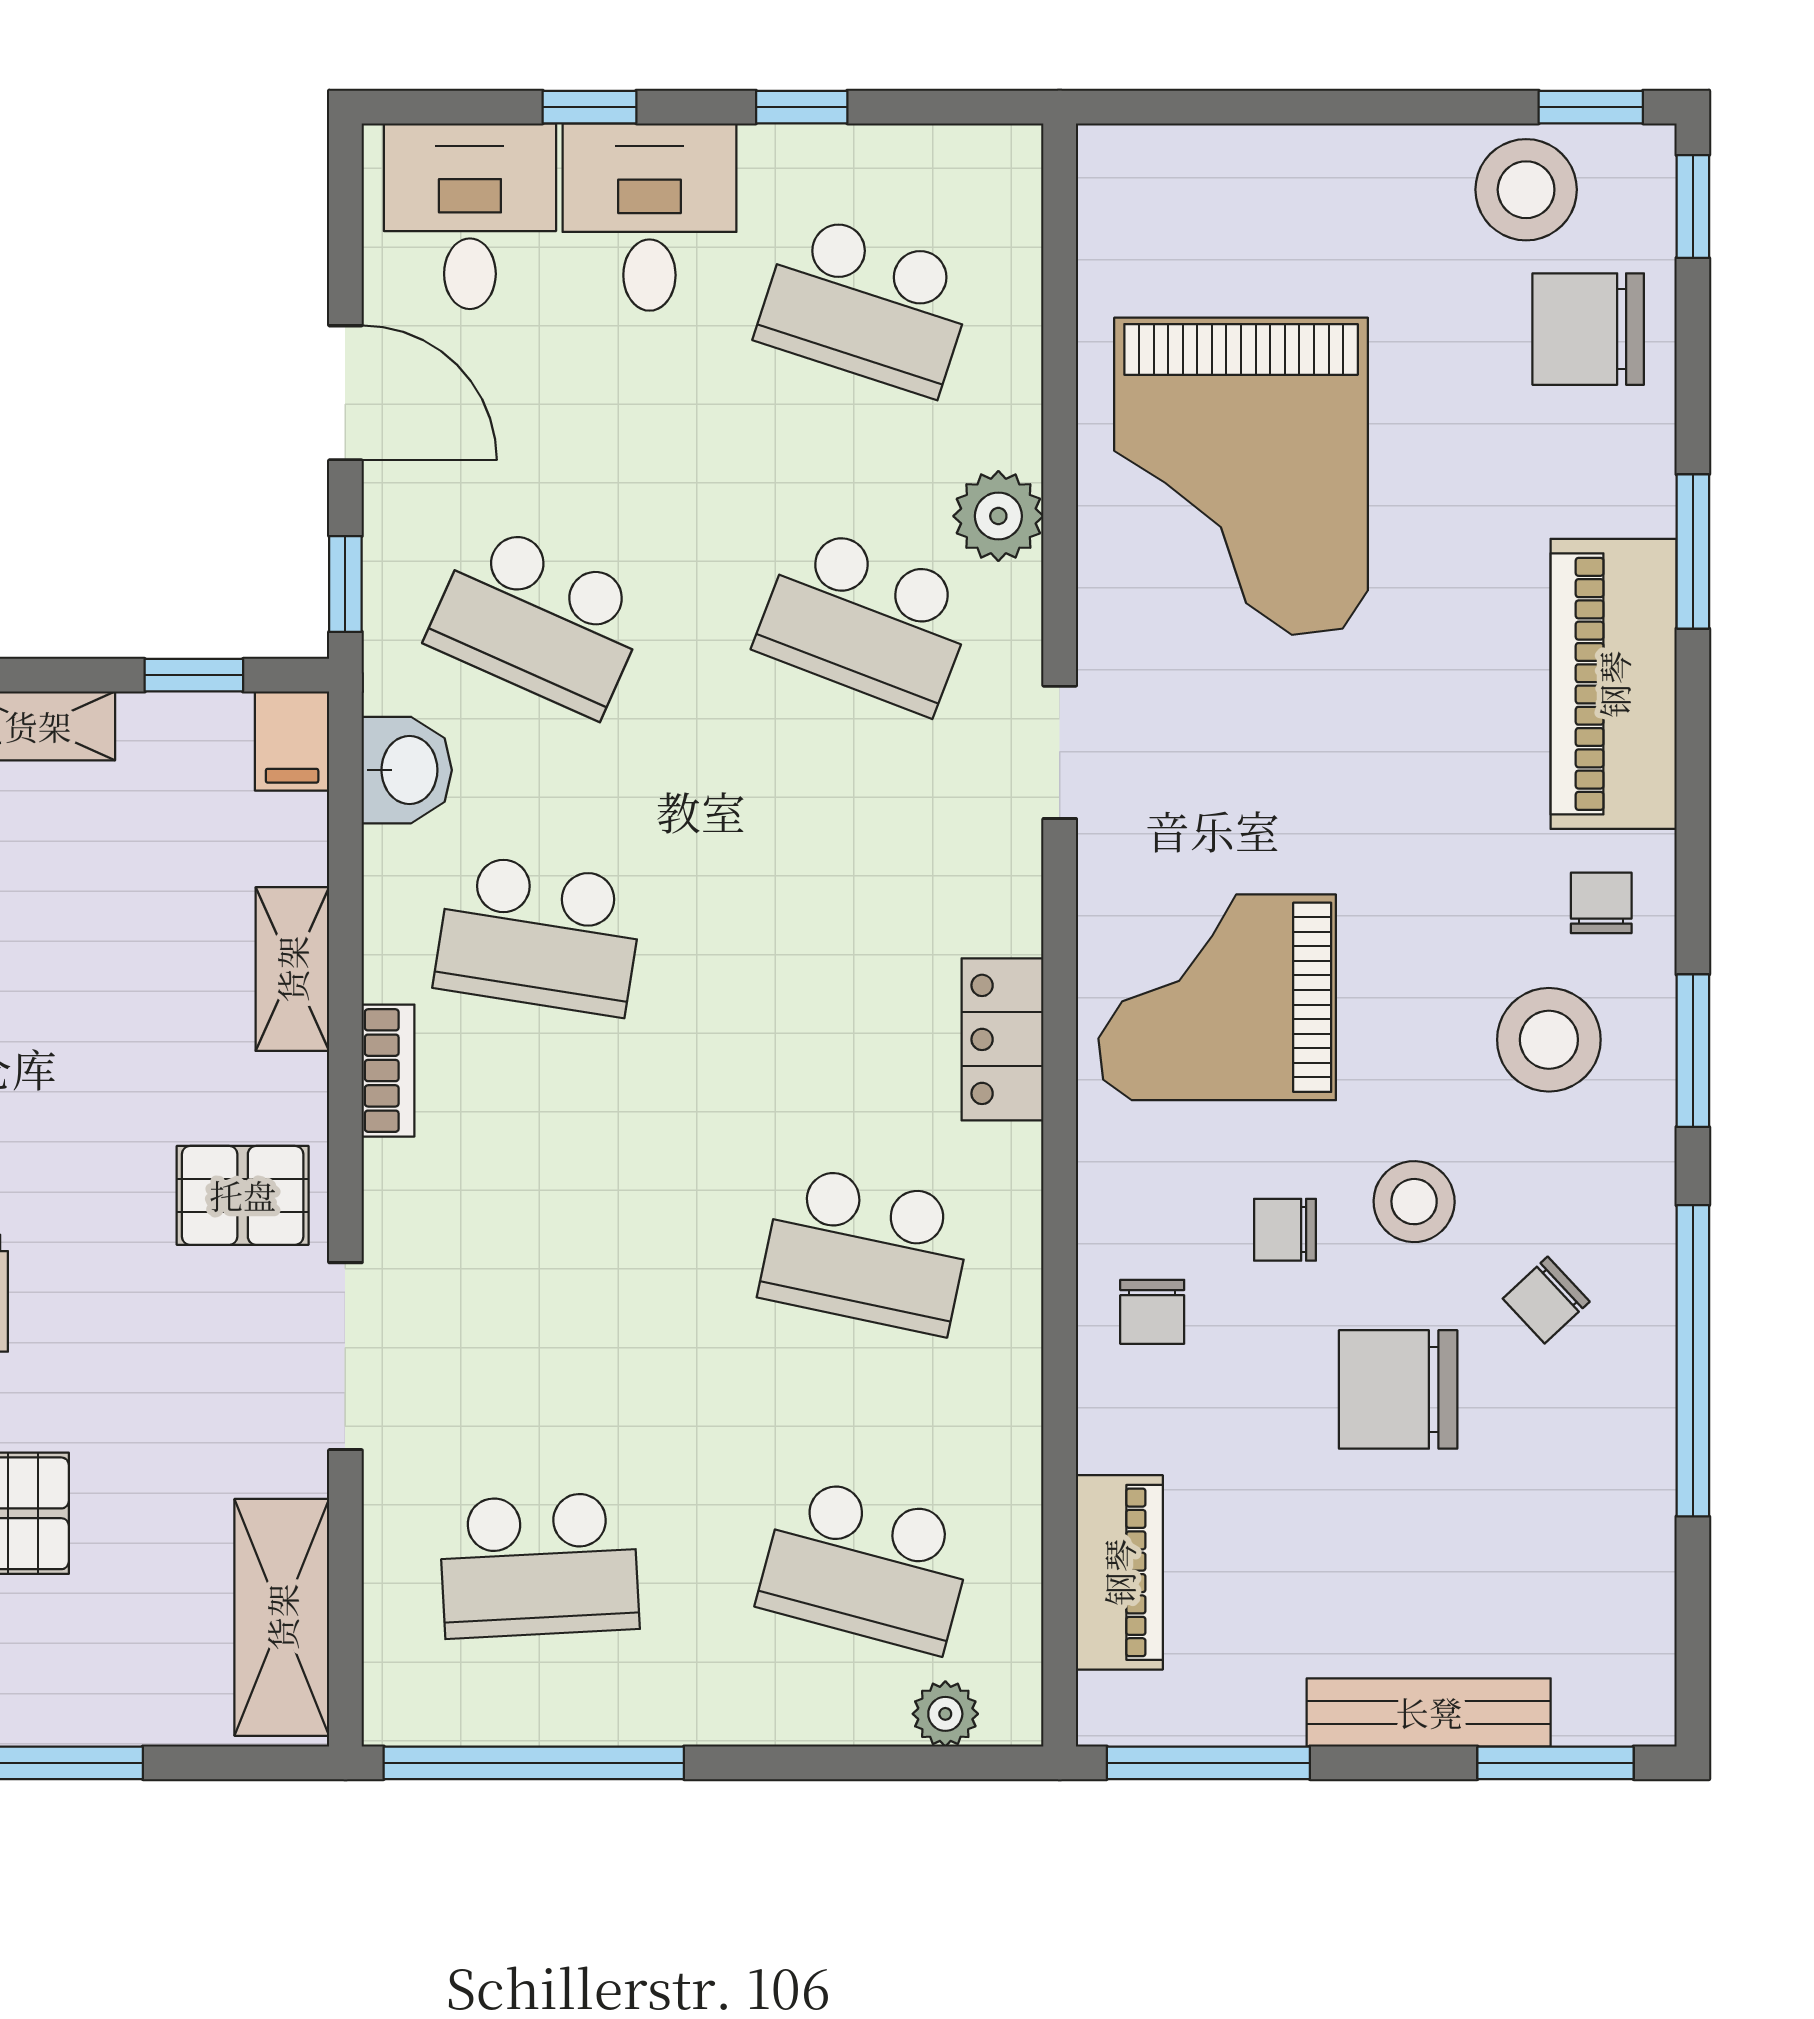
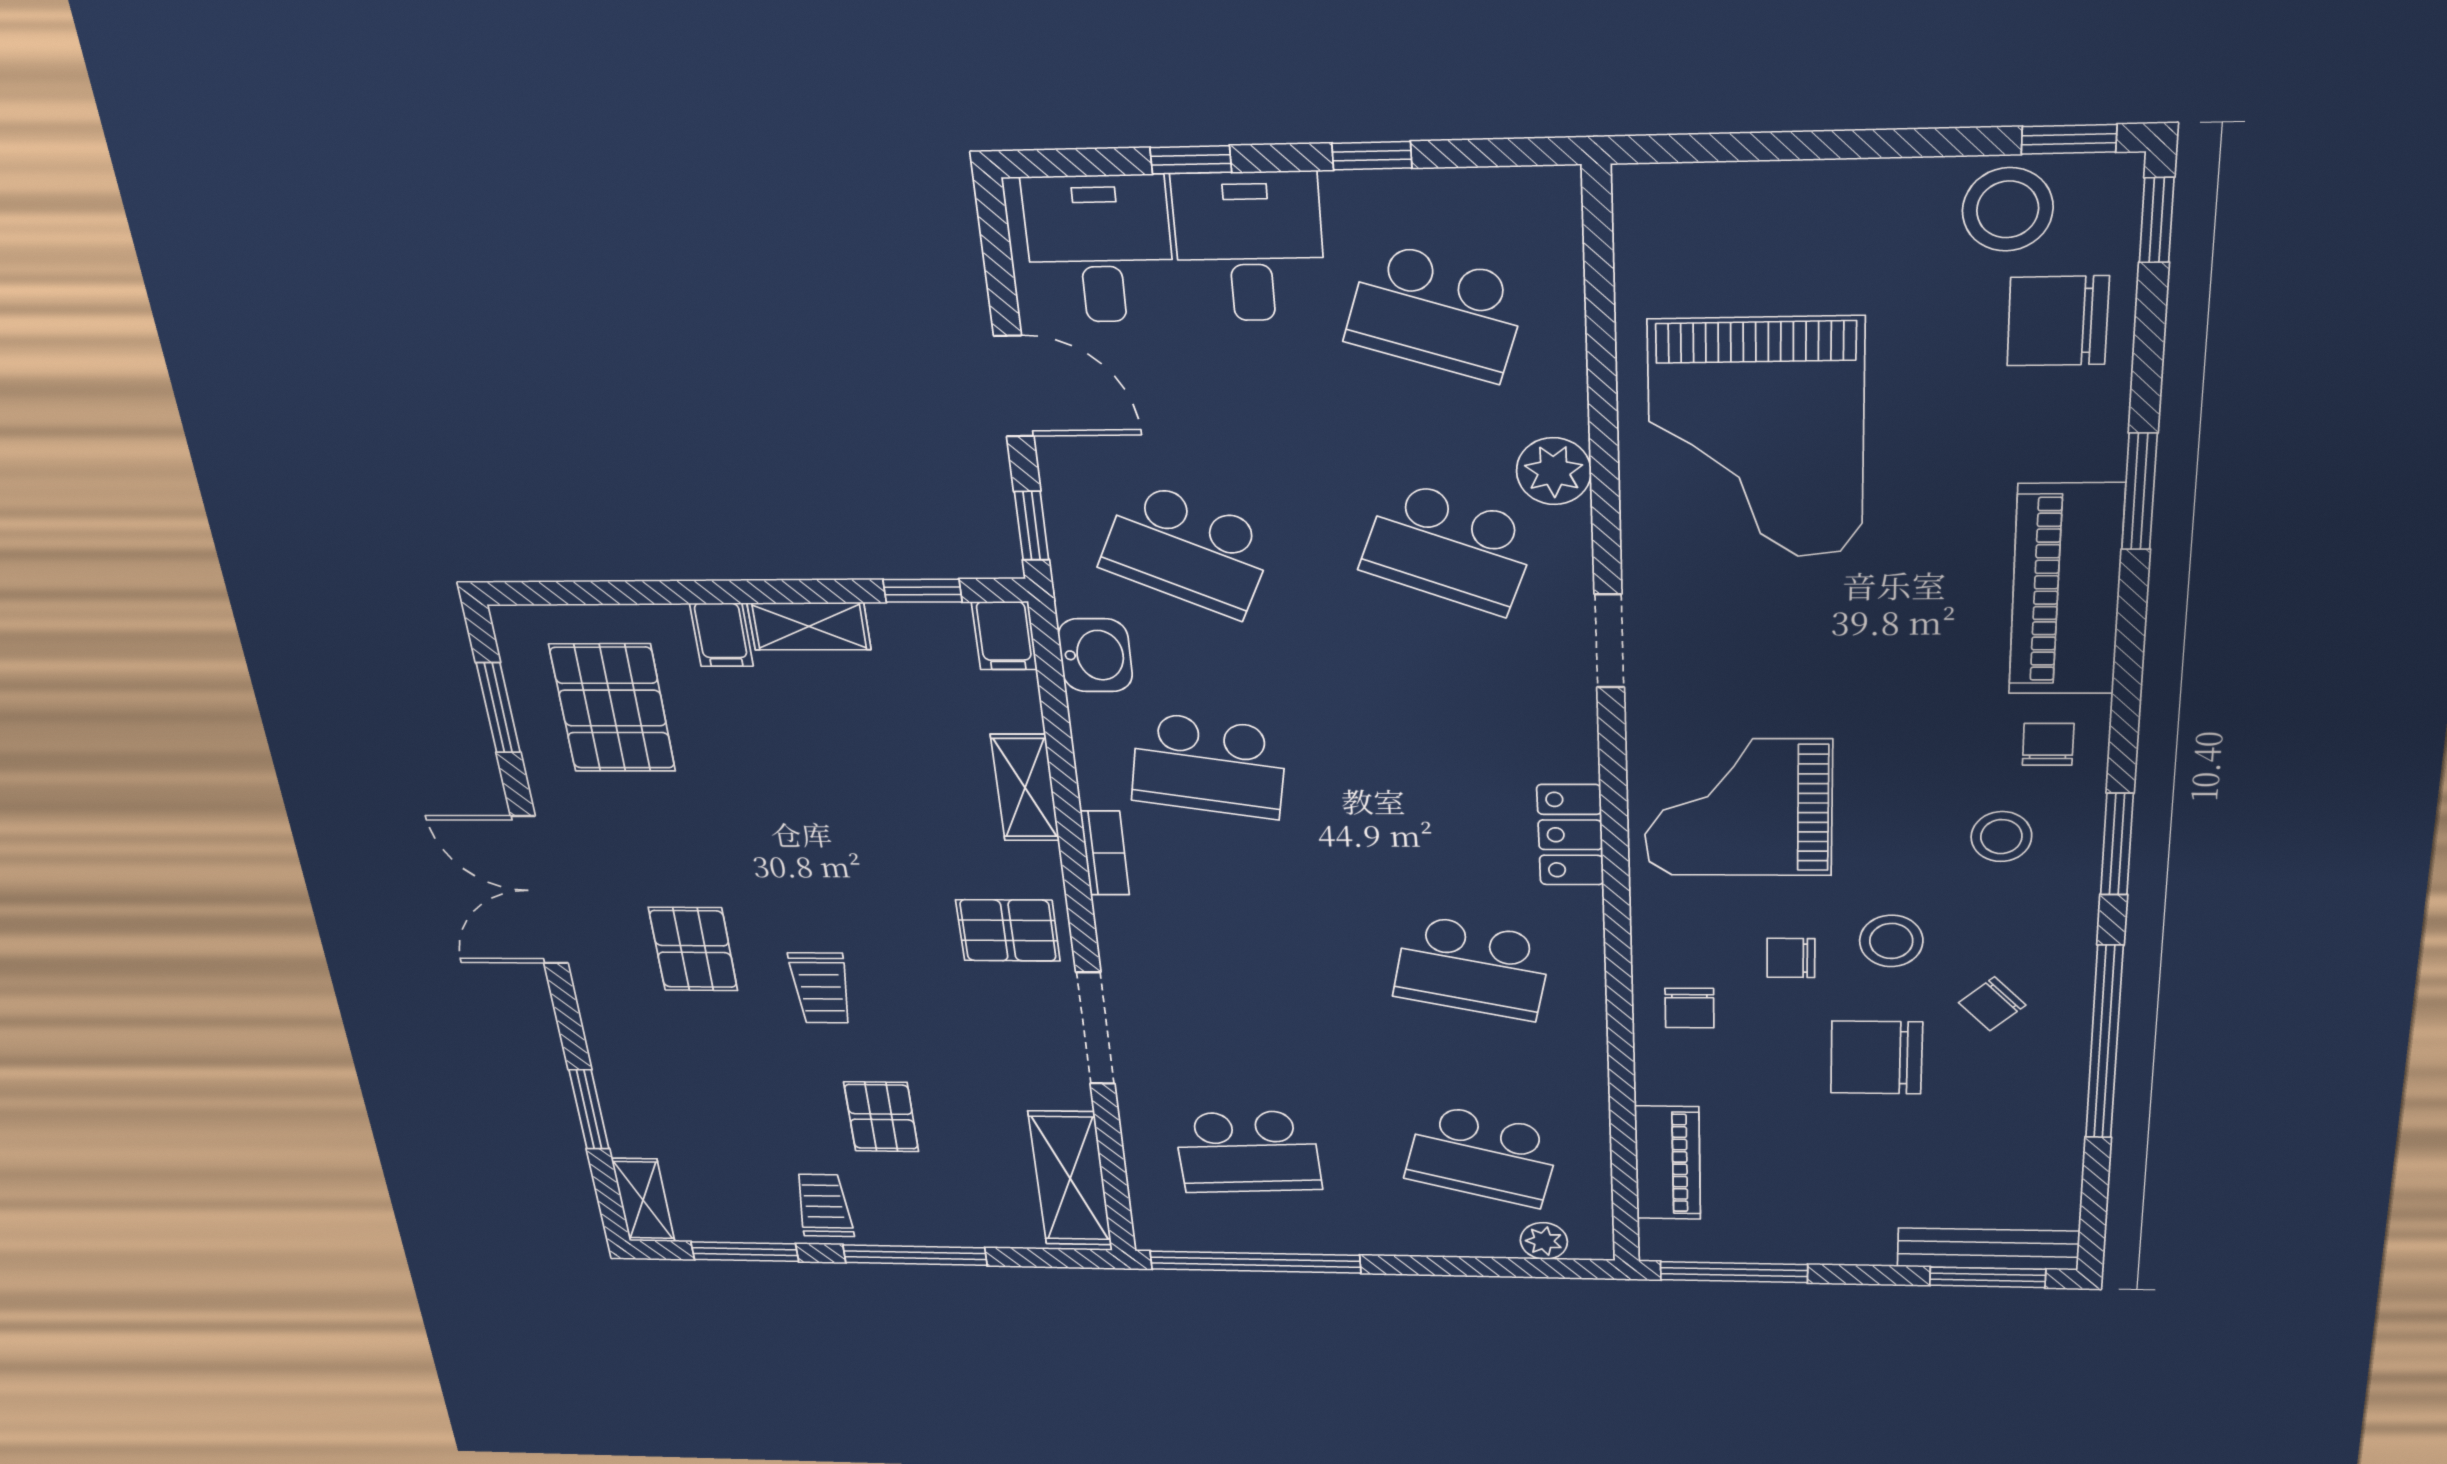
stool: (1549, 1040) -> (2001, 837), width x0.73, depth x0.73
bench: (1429, 1712) -> (1988, 1249), moved

